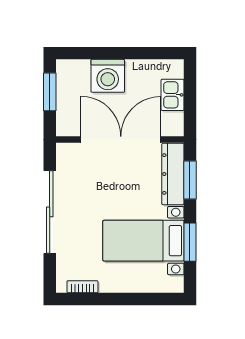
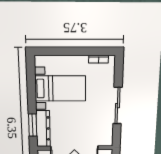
sliding door: (50, 212) -> (117, 106), width x0.73
window: (190, 242) -> (31, 88), removed

